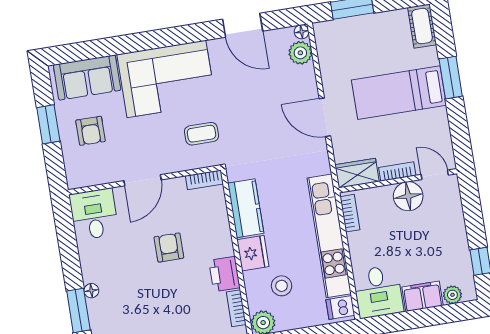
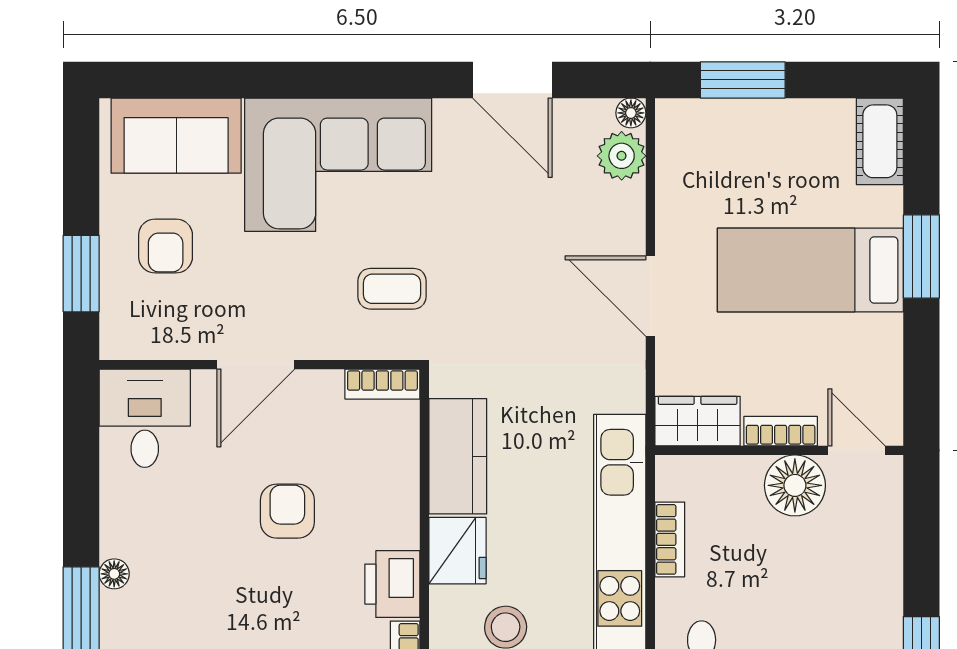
window: (48, 124) -> (81, 274), moved
bookcase: (350, 213) -> (670, 539), moved

